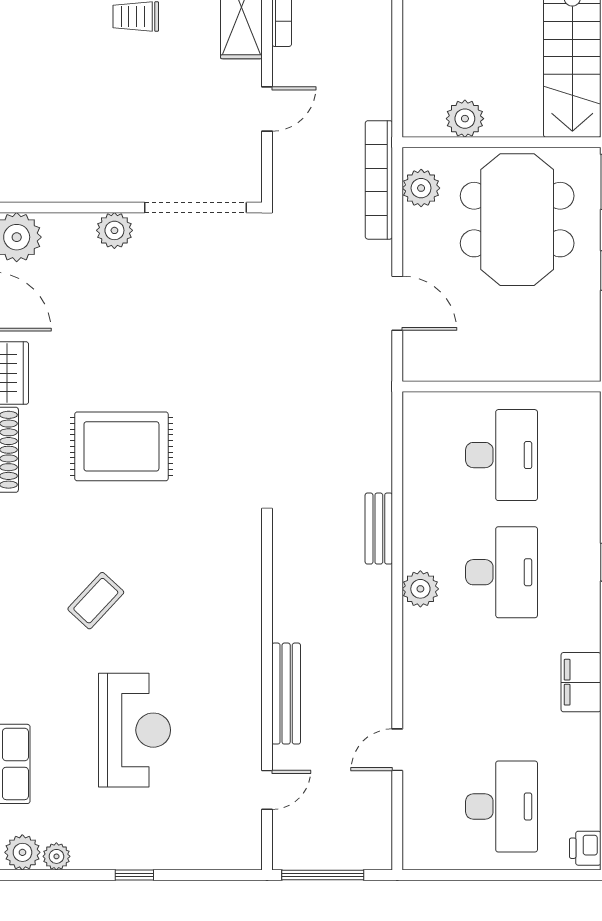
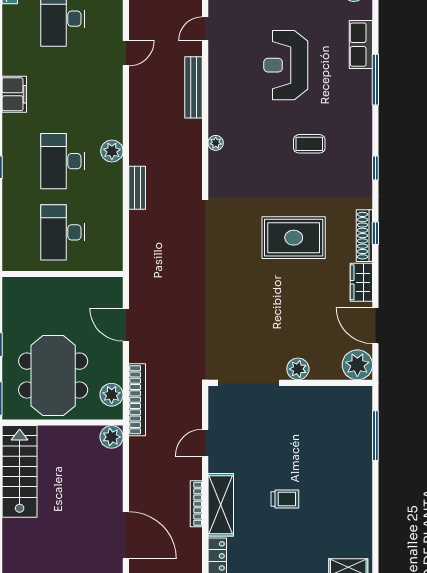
plant: (465, 119) -> (112, 437), moved
coffee table: (96, 601) -> (309, 144), turned 47
plant: (250, 602) -> (216, 143), added

